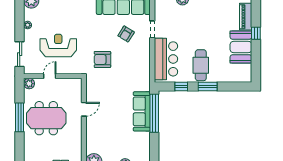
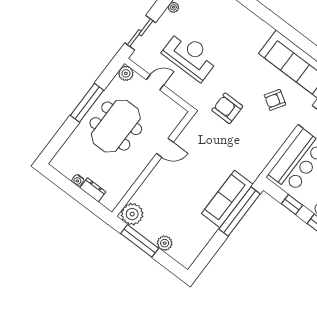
meeting table: (46, 118) -> (116, 126), turned 90

